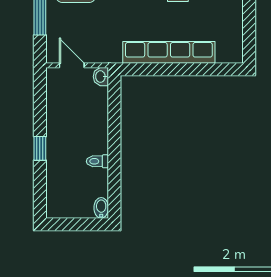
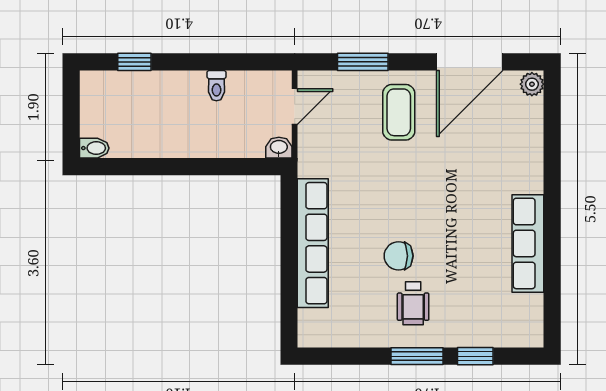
window: (40, 148) -> (134, 62), moved
toilet: (97, 161) -> (216, 86), moved, turned 180

